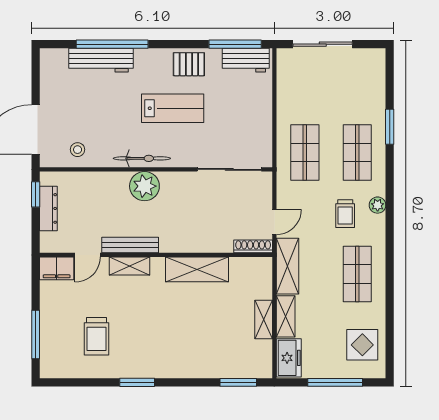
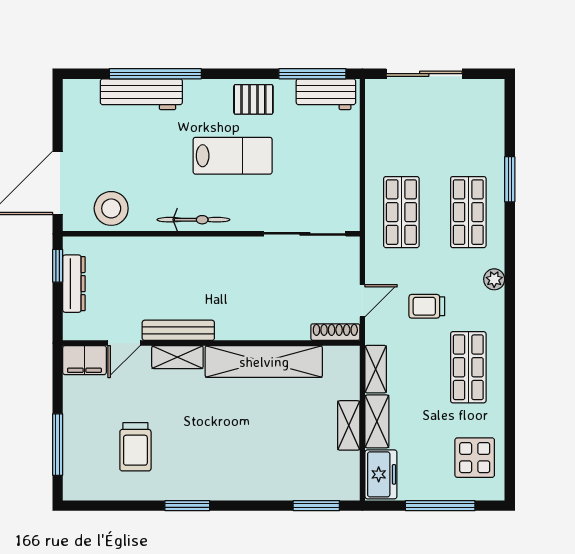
stool: (78, 150) -> (111, 208), width x1.89, depth x1.89
plant: (144, 186) -> (197, 255), removed
trolley: (345, 214) -> (427, 306), moved, turned 90
shelving: (287, 266) -> (376, 369), width x0.67, depth x0.75
shelving: (197, 269) -> (264, 362), width x1.47

